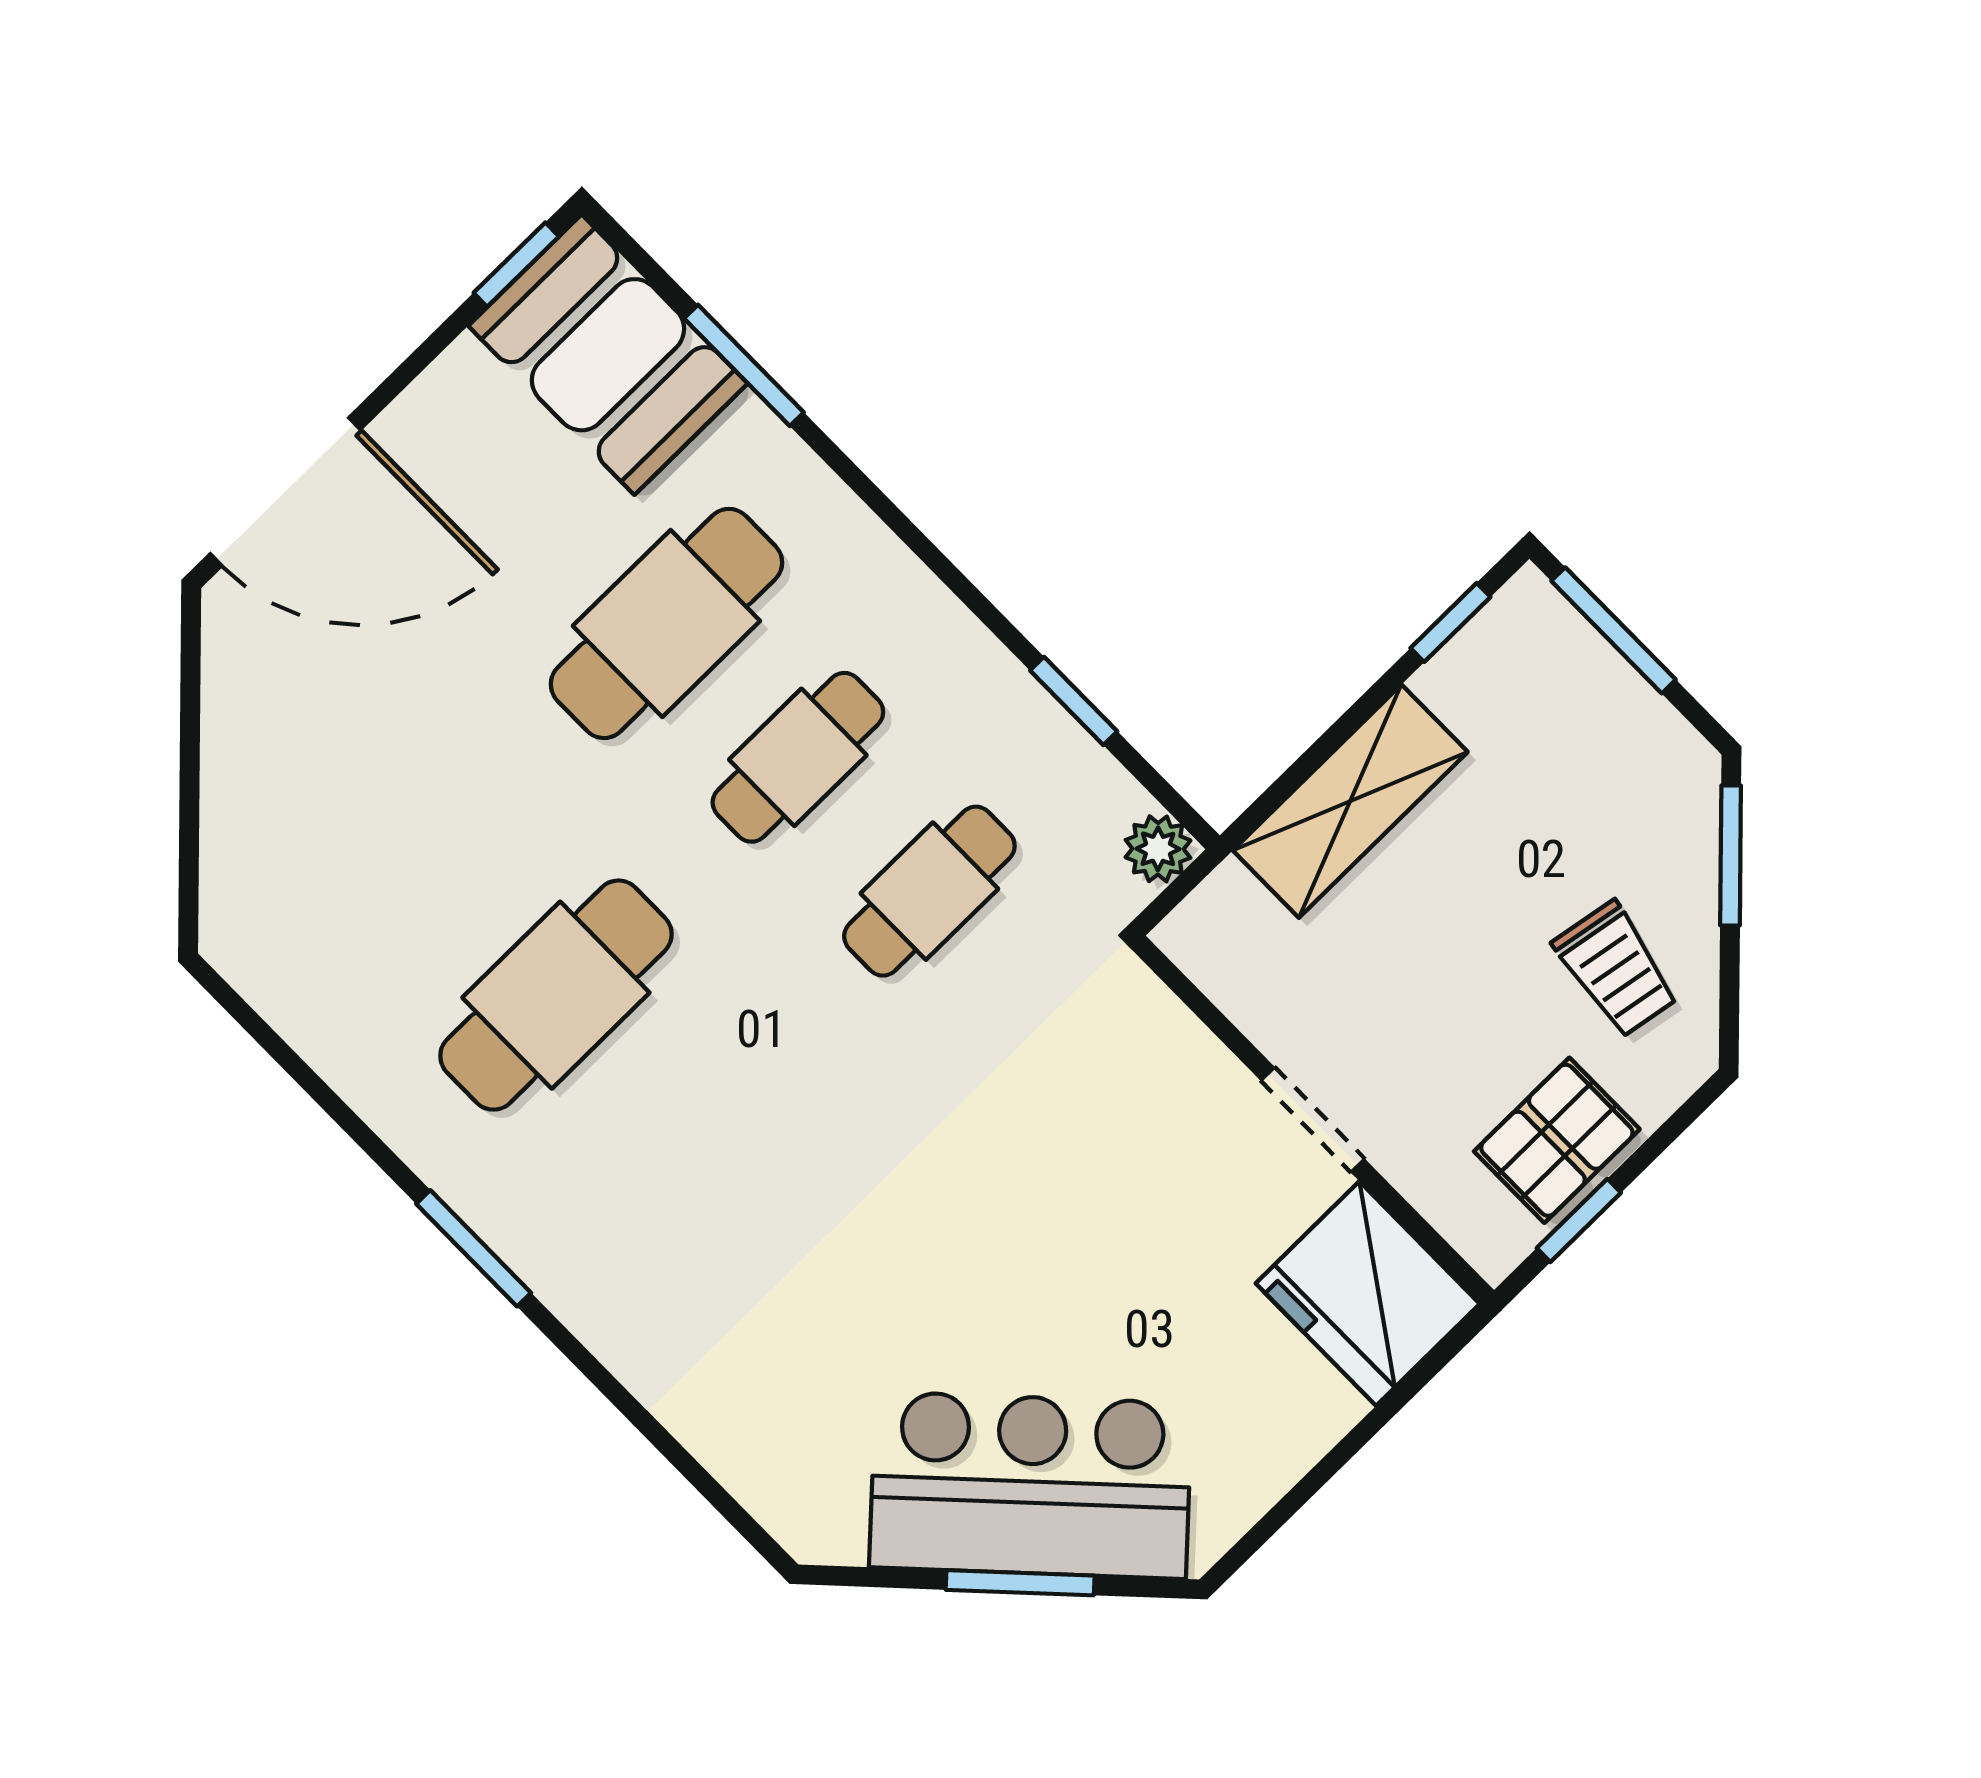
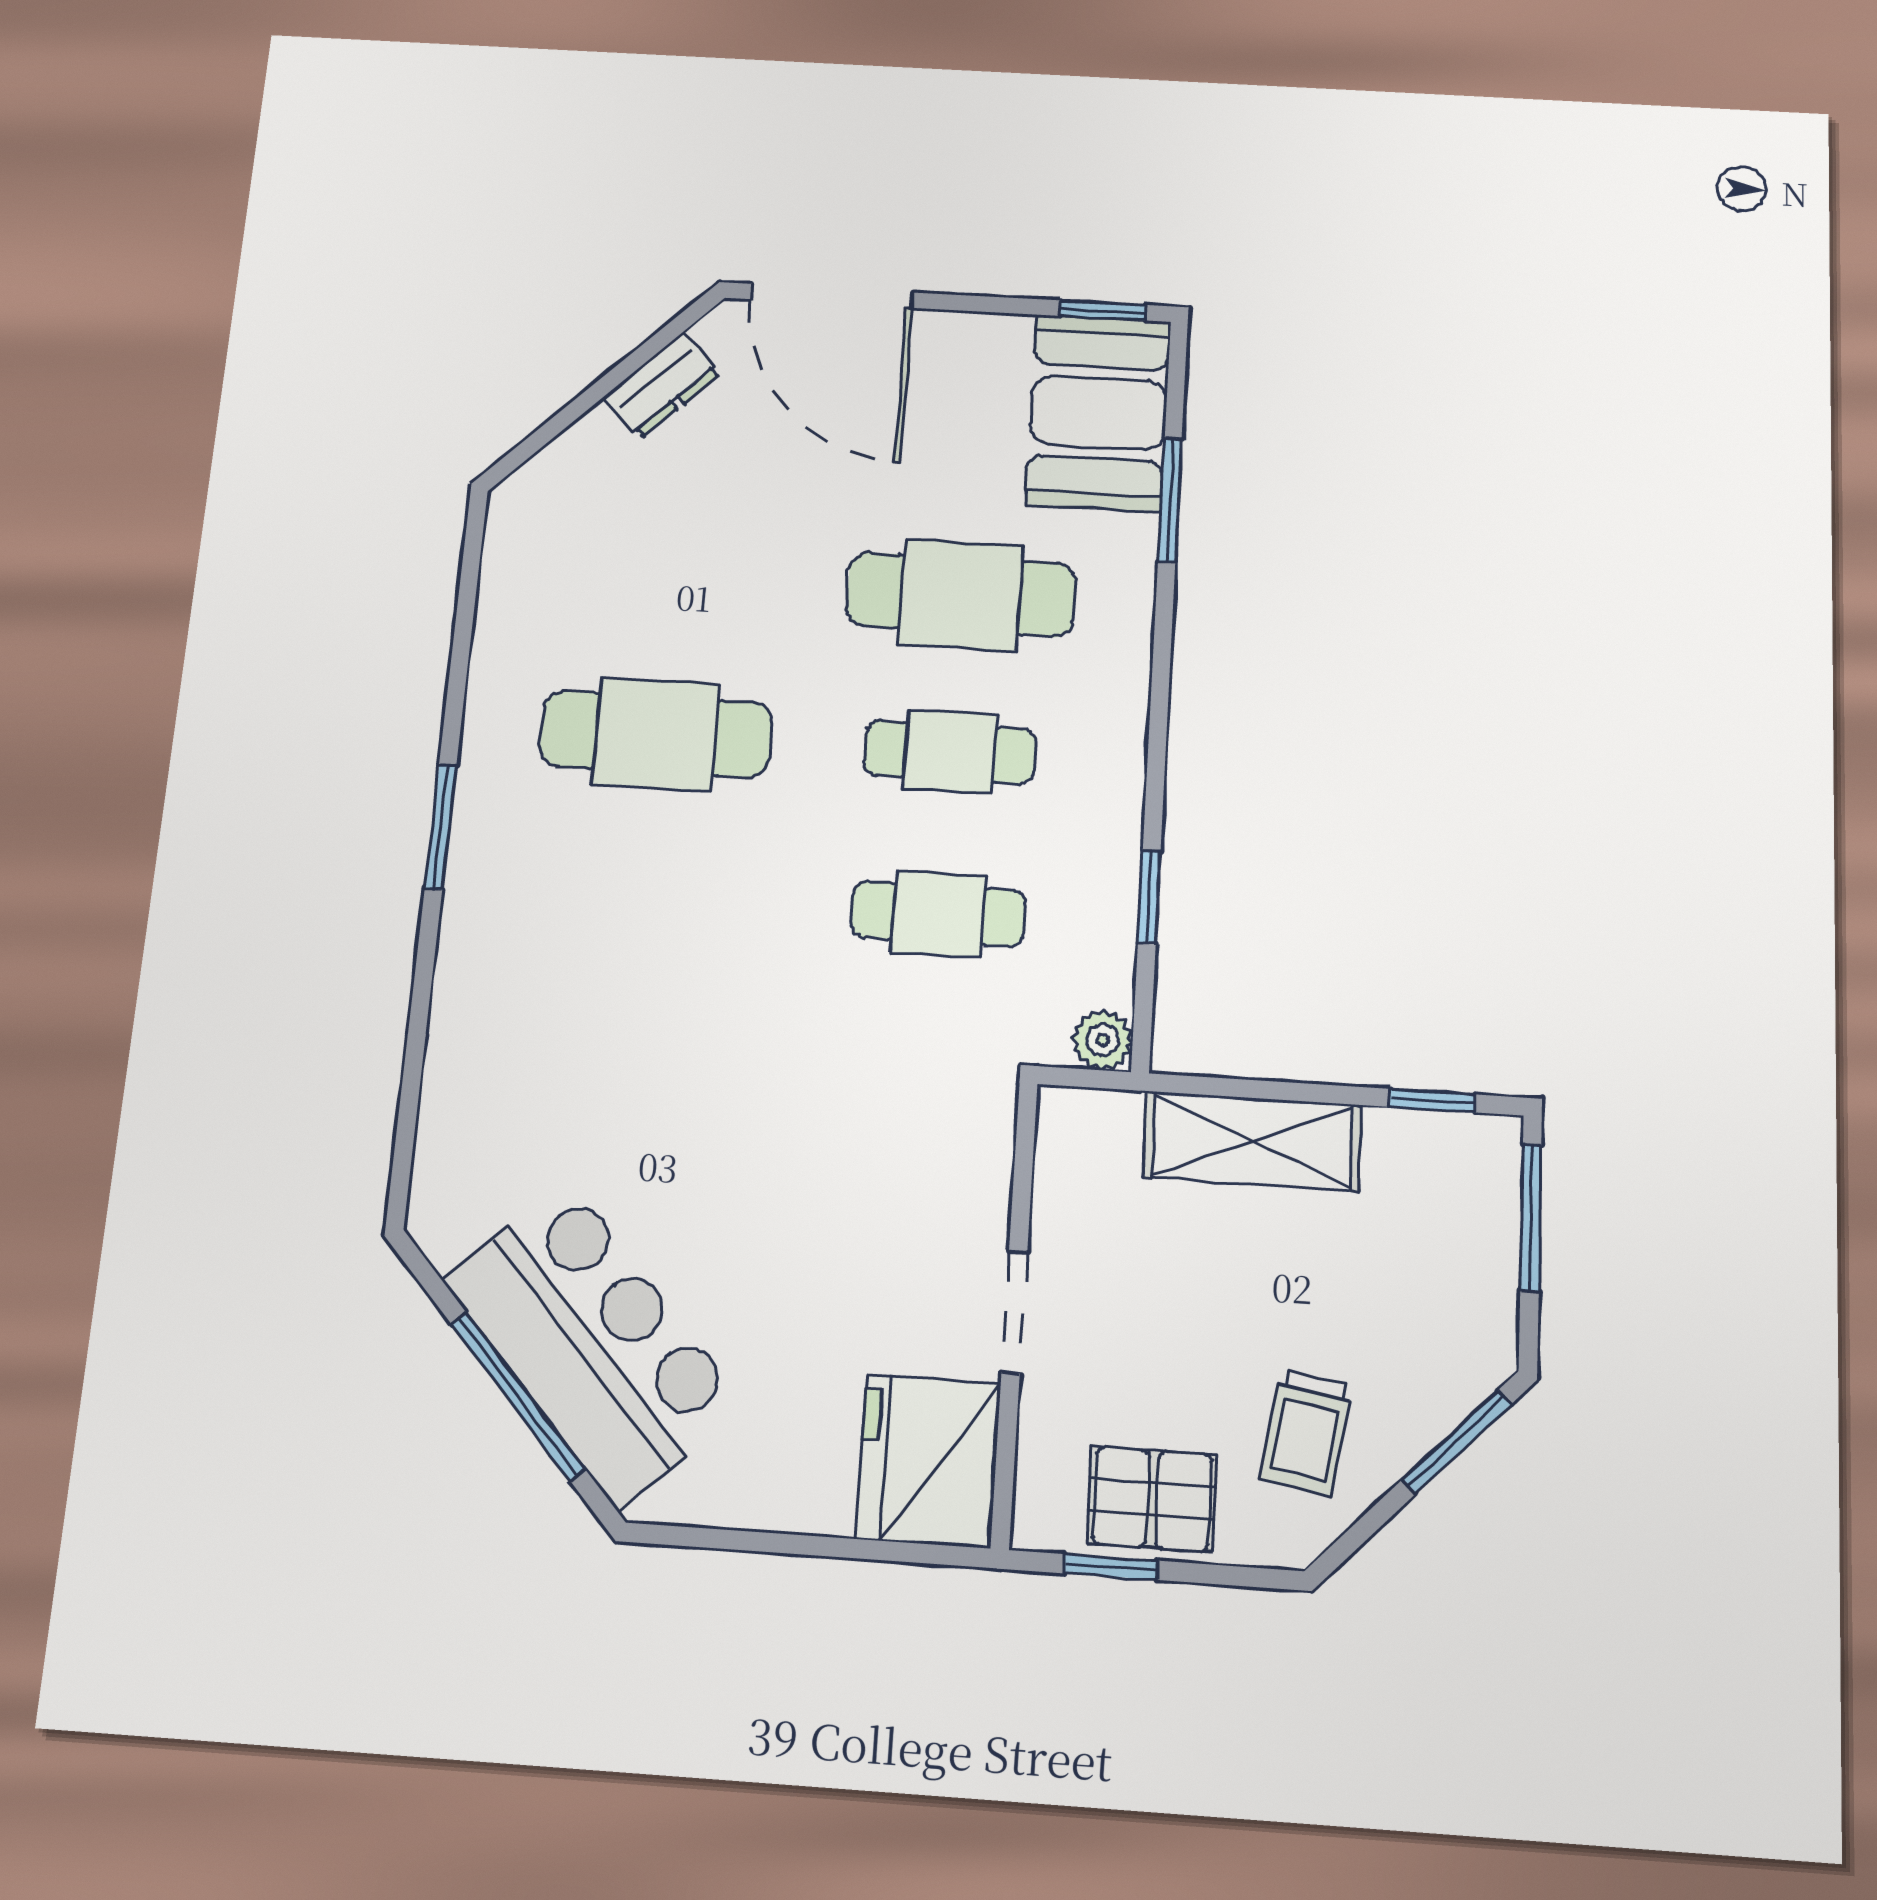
dresser: (235, 716) -> (662, 385), added
window: (1020, 1583) -> (518, 1396), width x1.44

